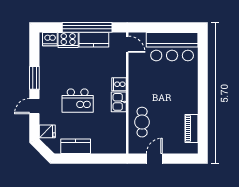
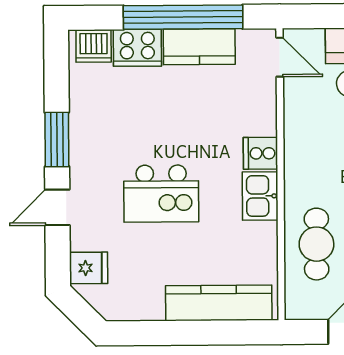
kitchen counter: (76, 146) -> (219, 303), moved, width x1.50

